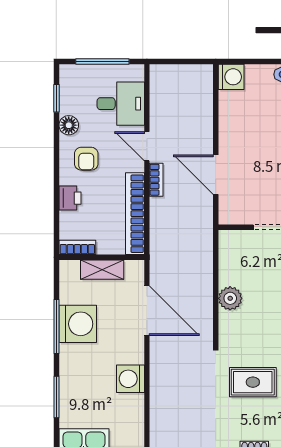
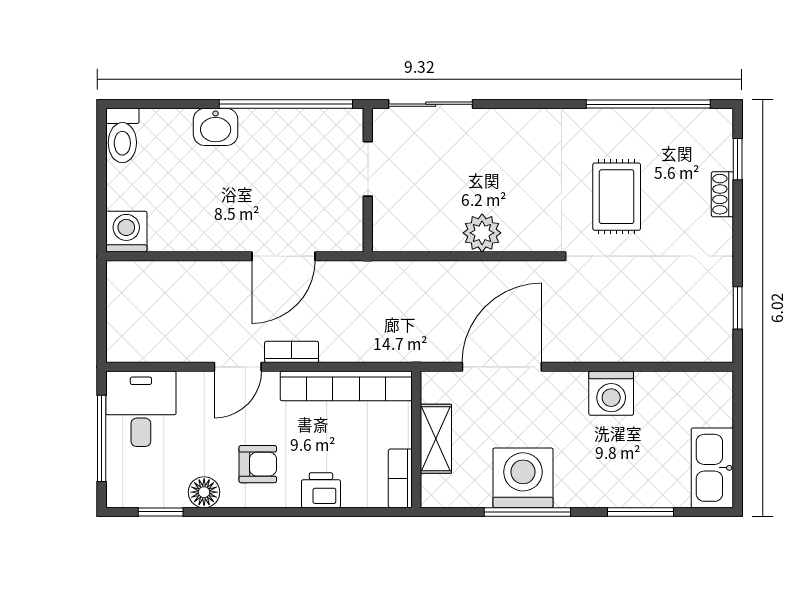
desk: (121, 104) -> (141, 409), moved

